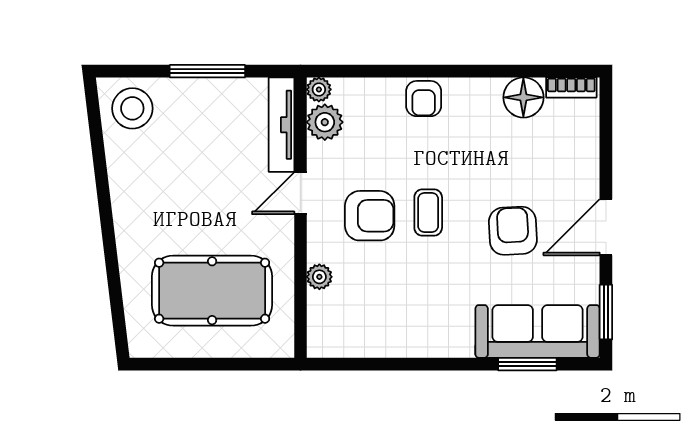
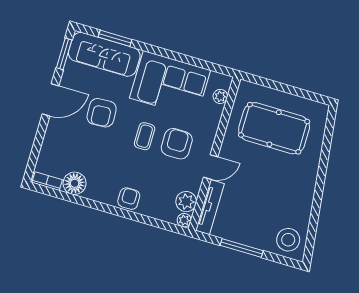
armchair: (370, 216) -> (177, 144), turned 90
plant: (319, 277) -> (220, 96), moved
corner sofa: (411, 314) -> (170, 84), added

